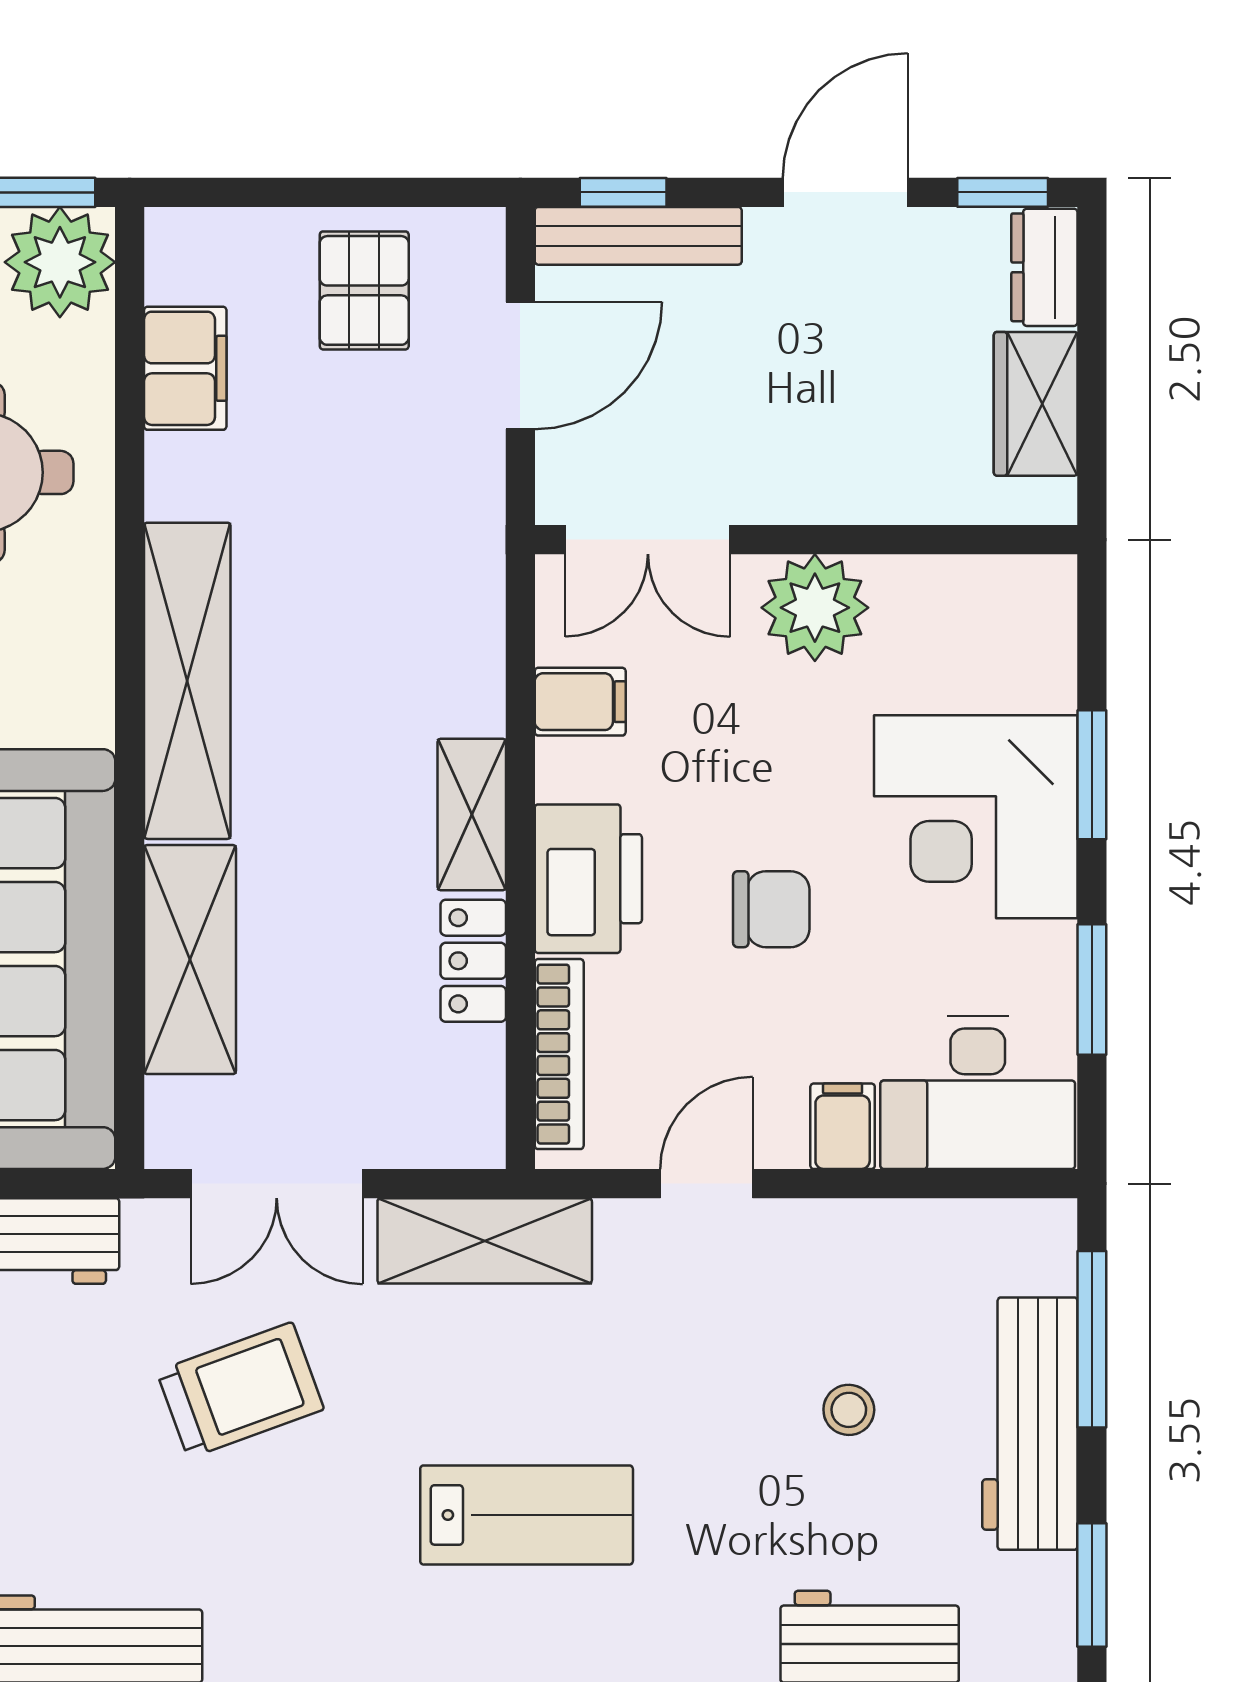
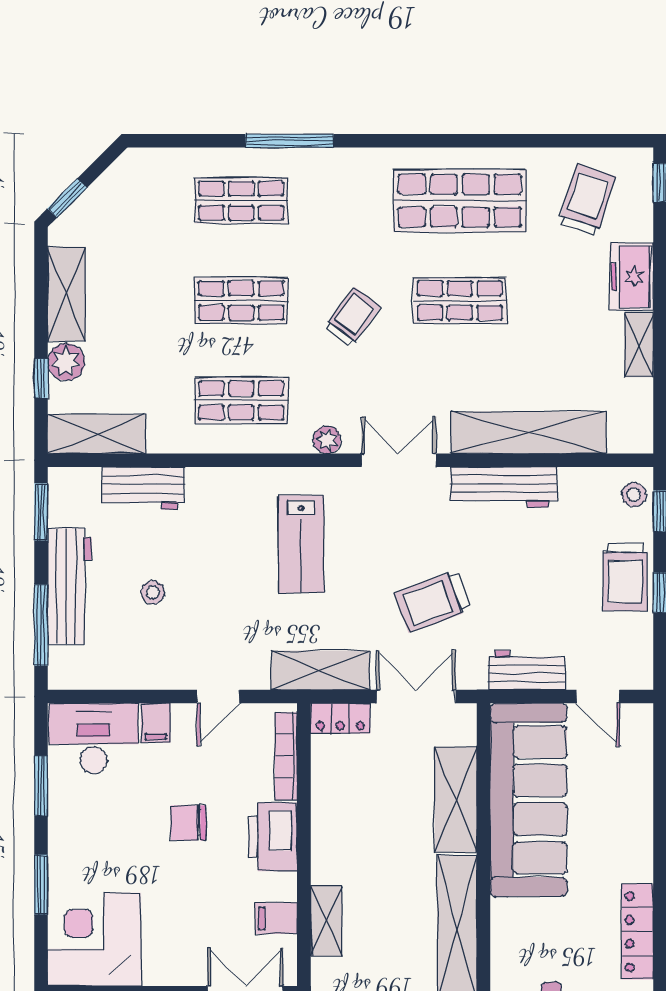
plant: (815, 608) -> (168, 962), removed
shelving: (472, 814) -> (326, 921), moved
corner desk: (976, 817) -> (94, 939), moved, turned -90
locker: (473, 961) -> (340, 718), moved, turned 90
lab bench: (527, 1515) -> (301, 544), turned -90

